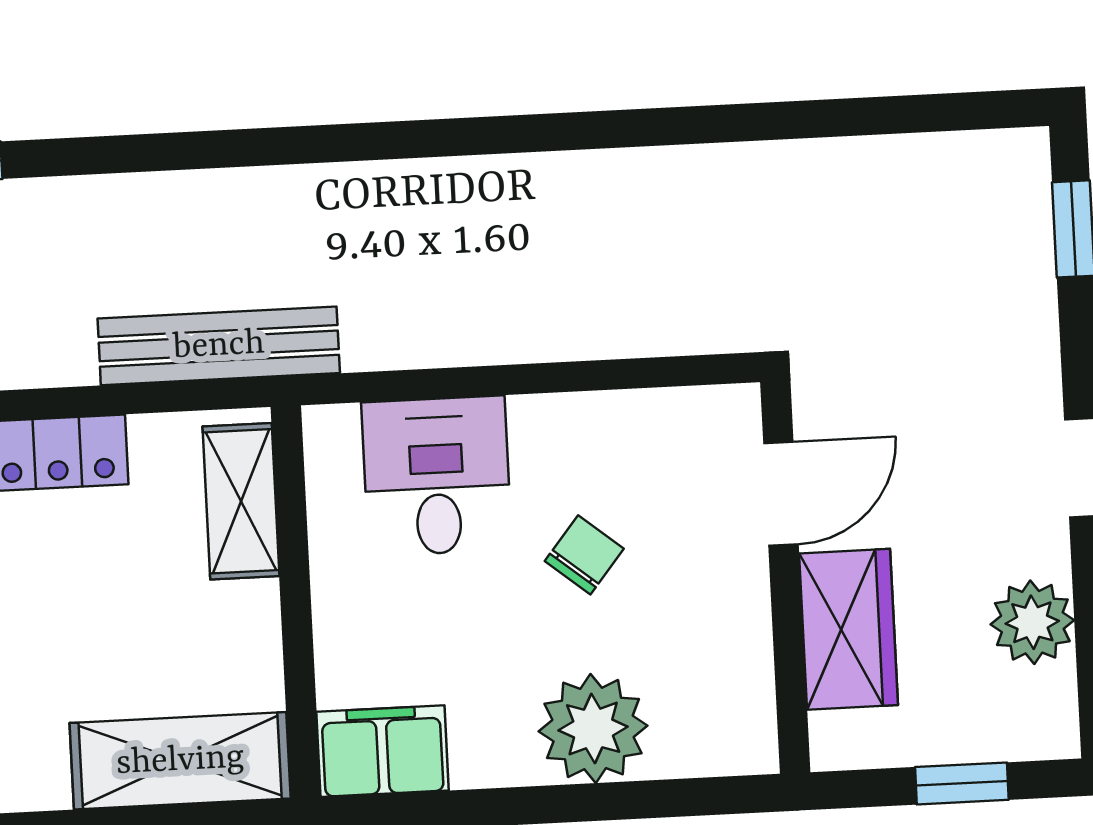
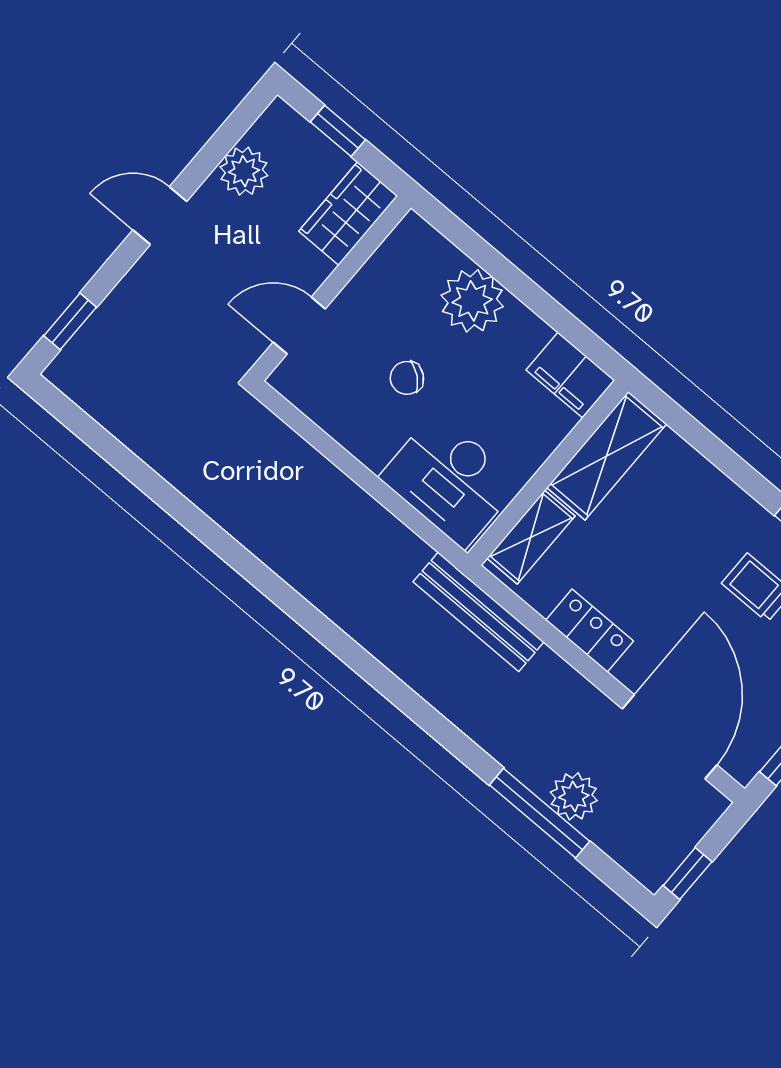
desk: (437, 476) -> (450, 480), width x1.37
wardrobe: (848, 629) -> (348, 214), moved
shelving: (180, 761) -> (607, 456), moved, turned 90

